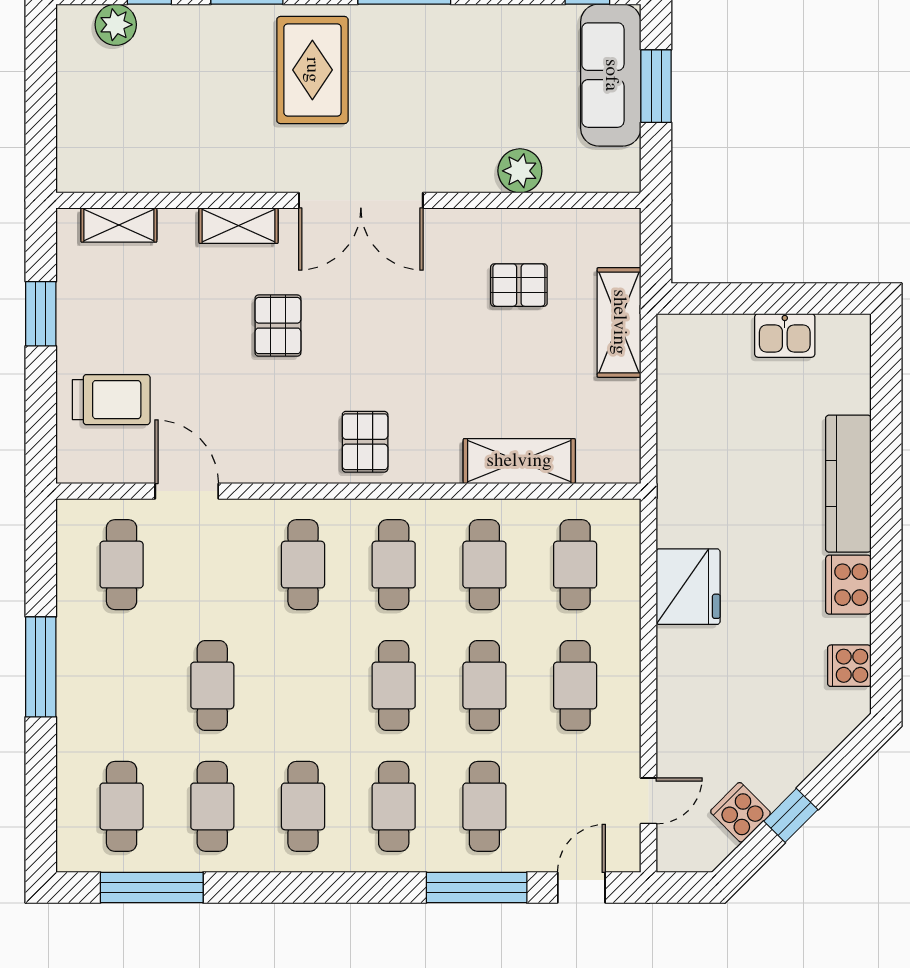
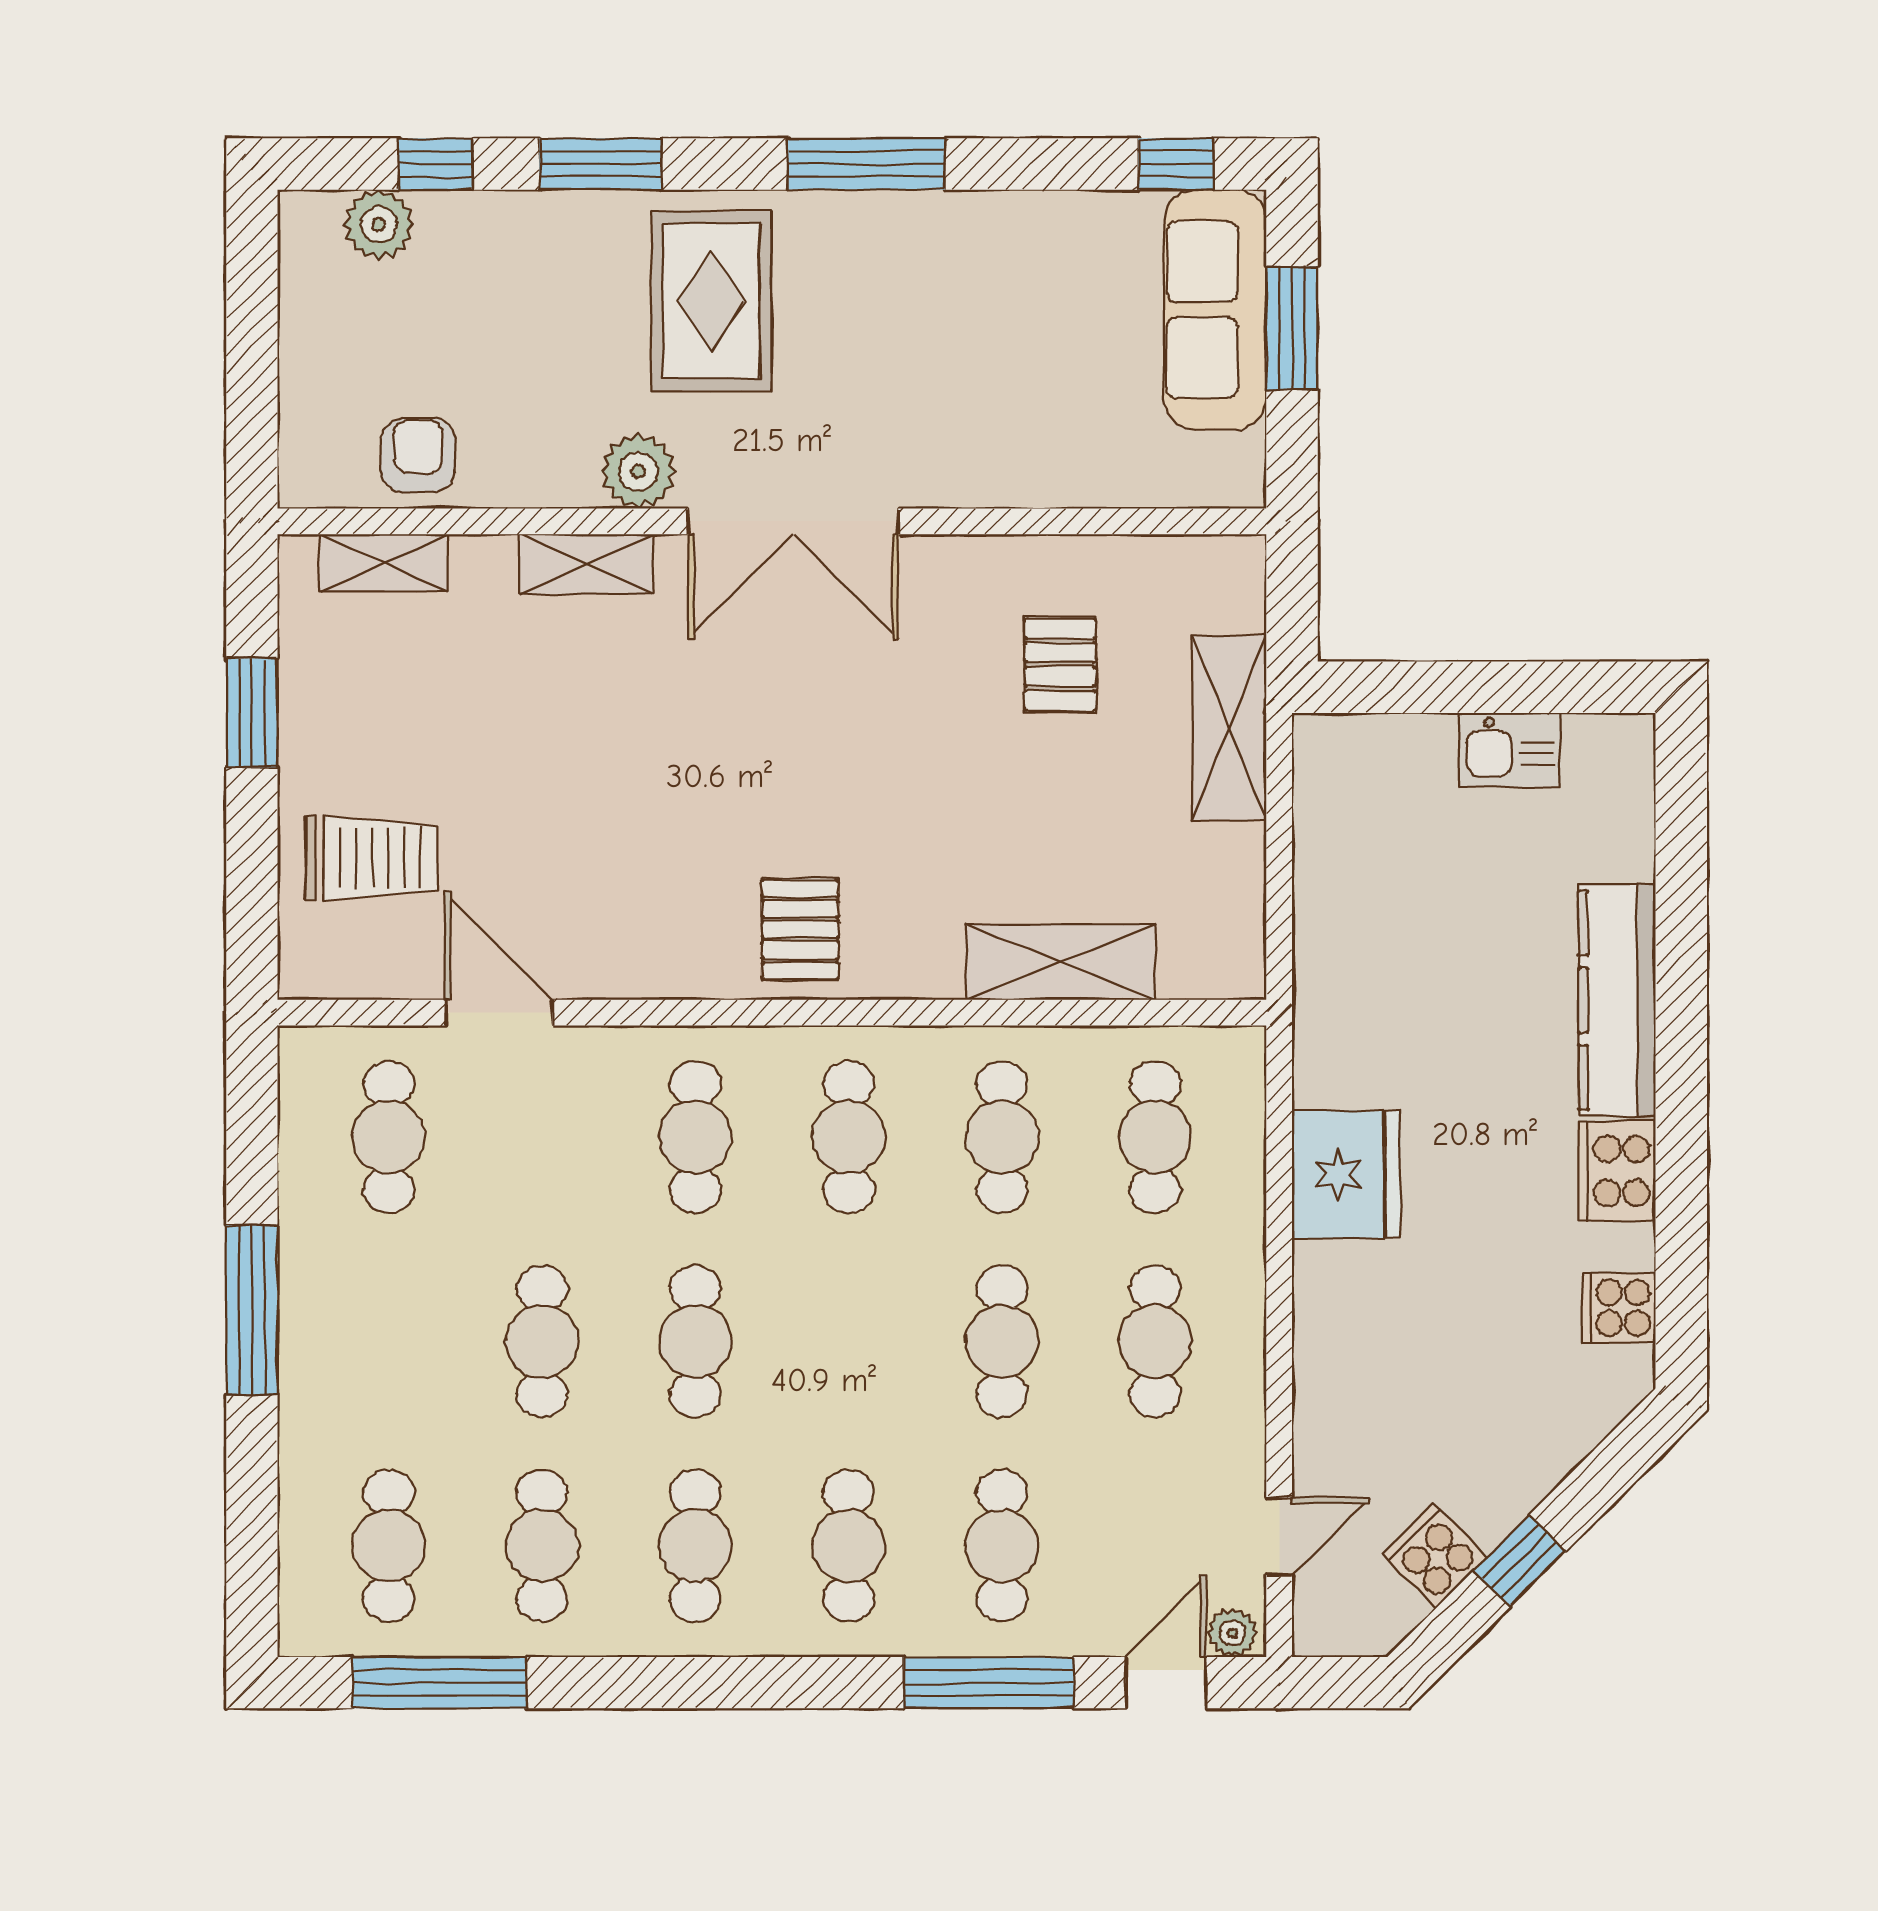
armchair: (139, 161) -> (418, 455), added
plant: (520, 171) -> (638, 471), moved
pallet: (519, 285) -> (1060, 664), turned 90
pallet: (278, 326) -> (653, 733), removed
cafe table: (394, 685) -> (695, 1341), moved
plant: (621, 858) -> (1232, 1633), added

